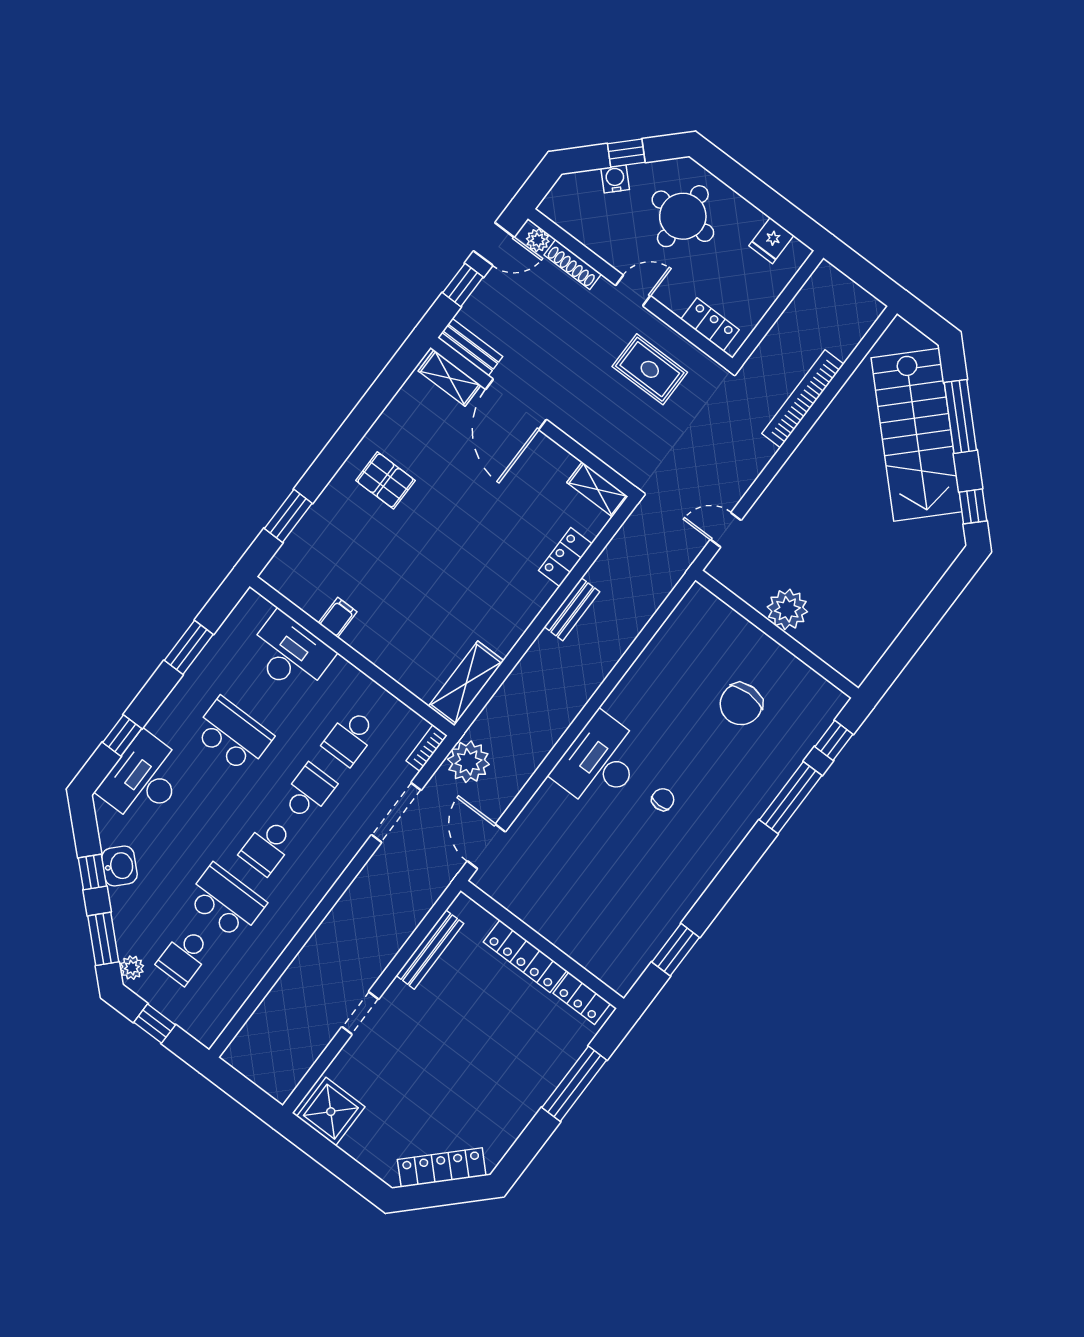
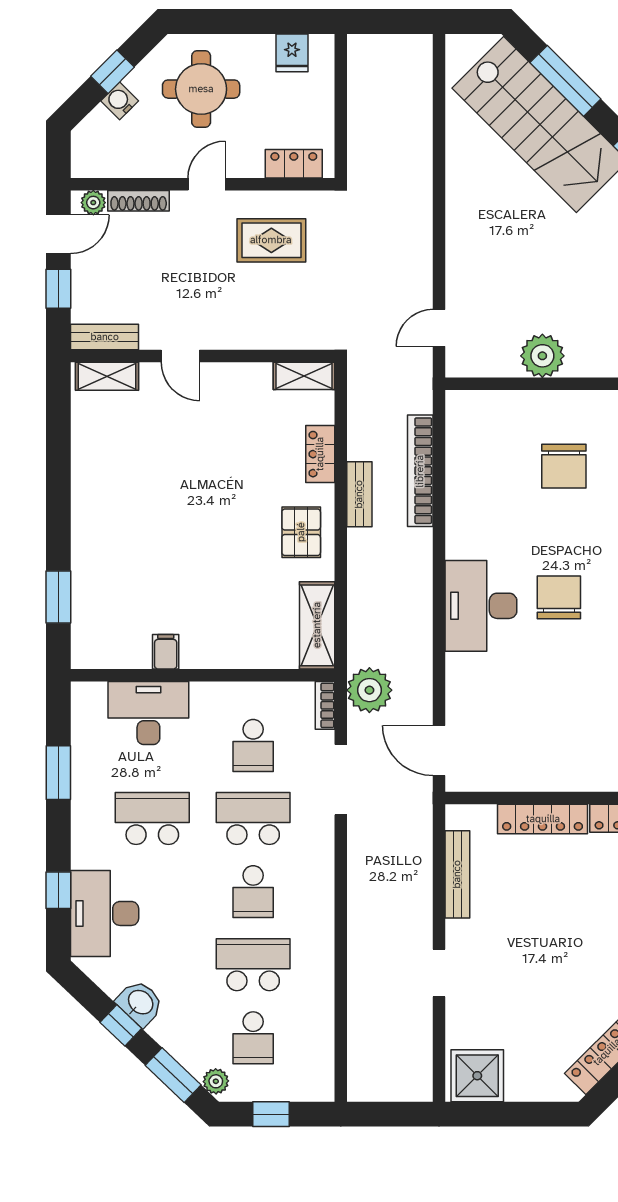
bookcase: (803, 399) -> (420, 471), moved
door: (516, 404) -> (180, 356), width x0.53
pallet: (385, 480) -> (301, 532), moved, turned 90
school desk: (309, 792) -> (253, 819), width x1.85
chair: (663, 800) -> (559, 597), width x1.87, depth x1.87

